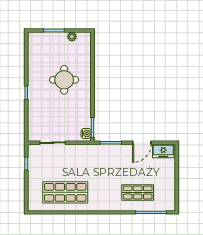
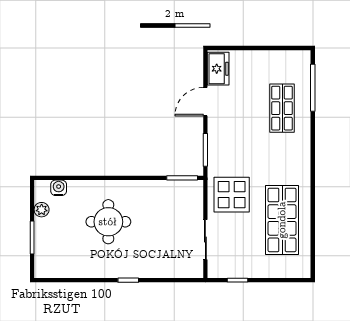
water cooler: (86, 133) -> (59, 188), moved
door: (142, 143) -> (205, 102), swing flipped
display table: (82, 160) -> (232, 195), added

